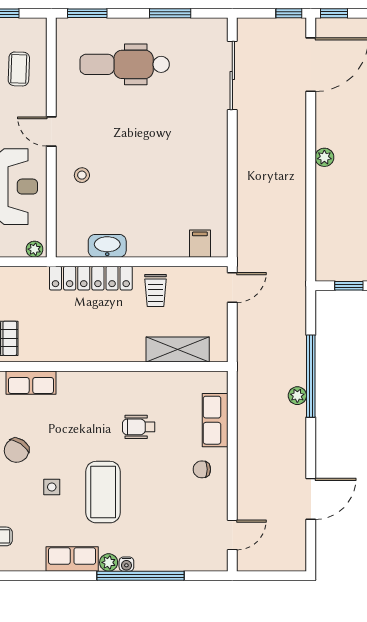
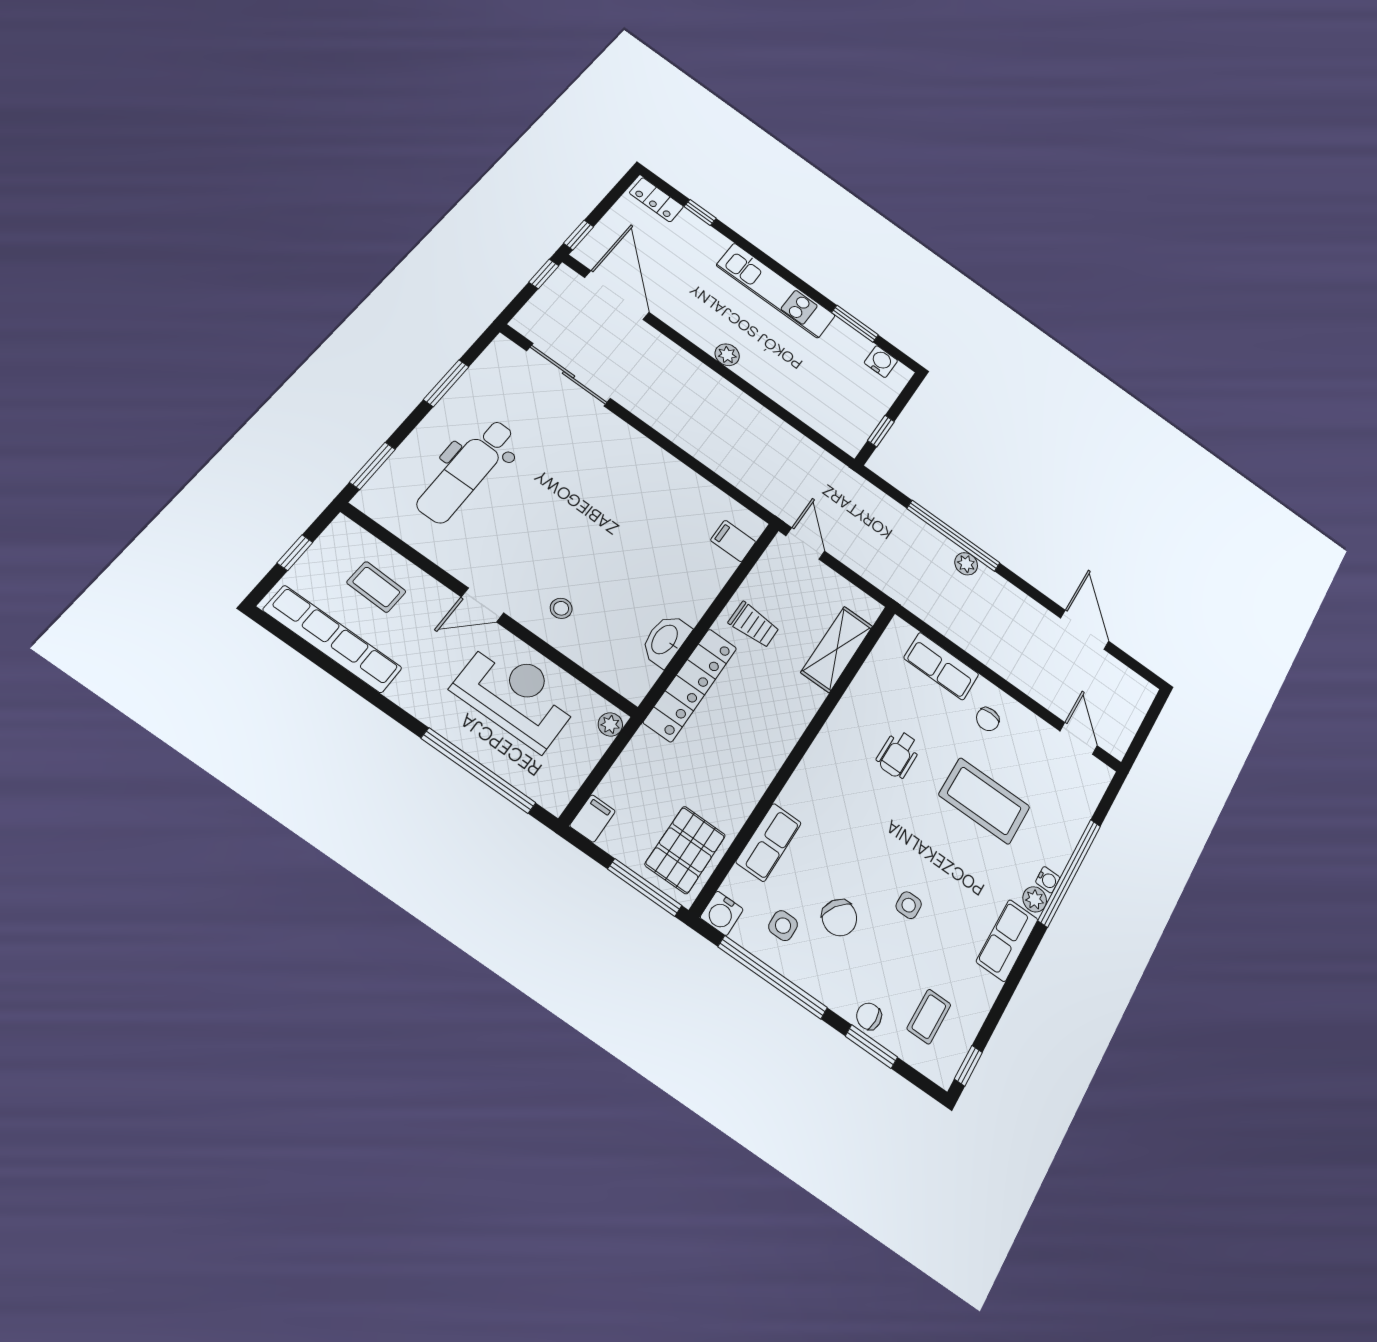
coffee table: (103, 492) -> (984, 801), moved

